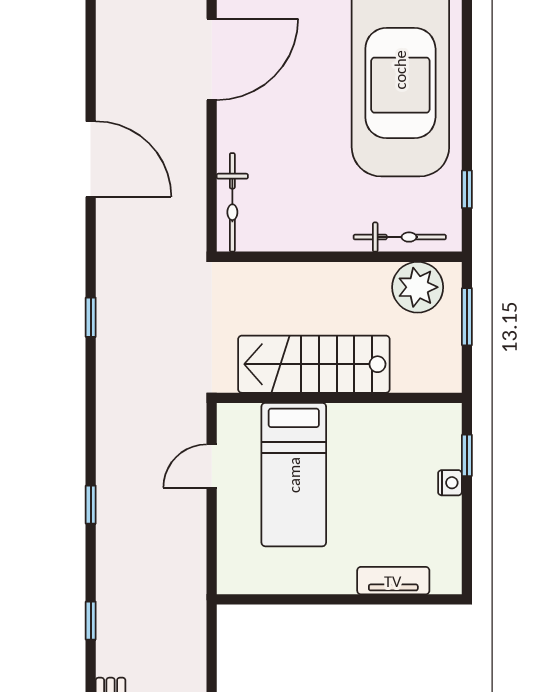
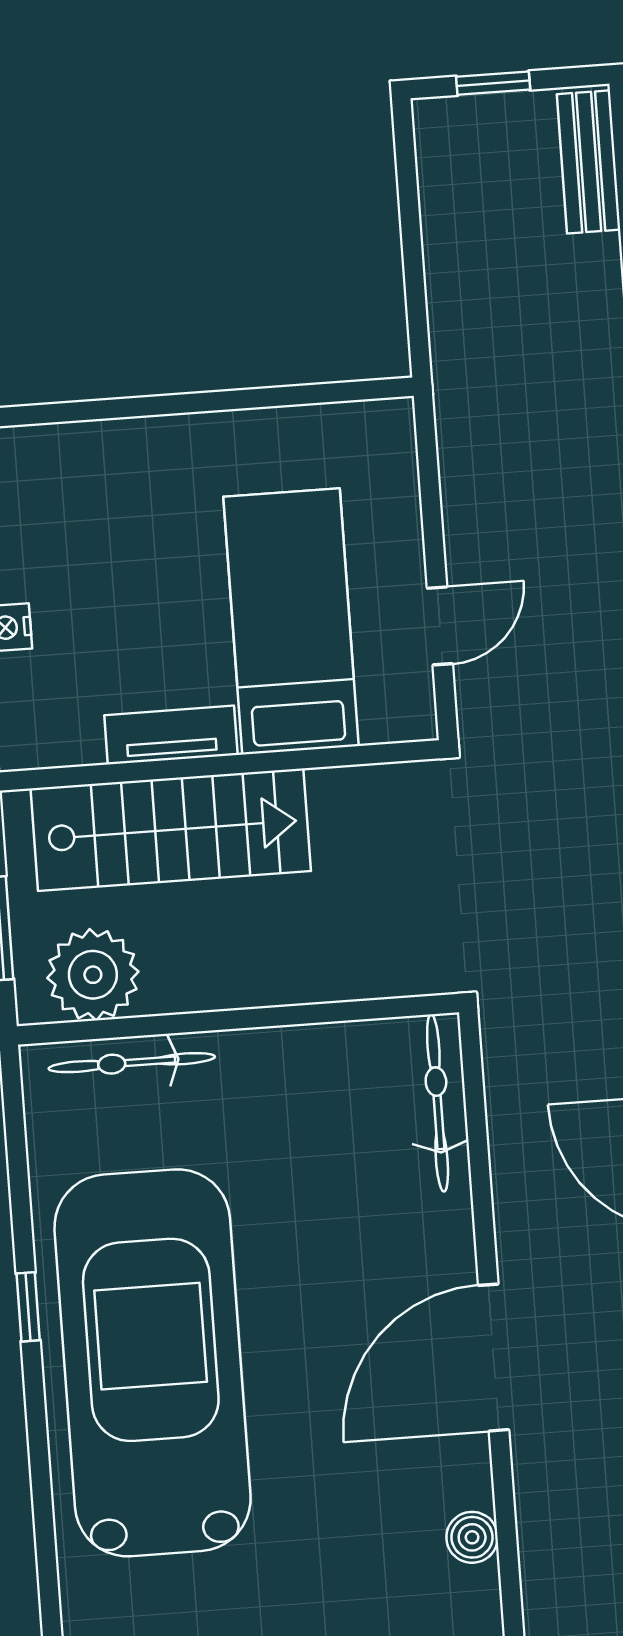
window: (467, 189) -> (28, 1307), moved
stairs: (314, 364) -> (171, 830), moved
tv unit: (393, 581) -> (171, 735), moved, turned 180

